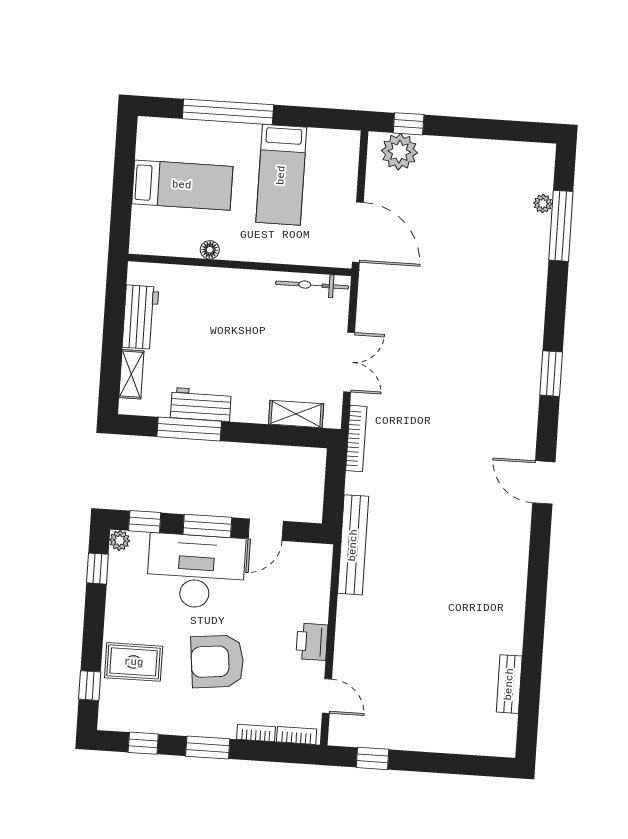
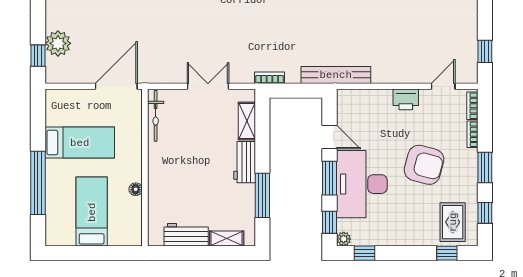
plant: (399, 152) -> (58, 43), moved
workbench: (201, 404) -> (245, 162), moved
bookcase: (356, 438) -> (269, 78), width x0.64
armchair: (217, 661) -> (424, 165), turned -69
rug: (134, 662) -> (453, 222), moved

